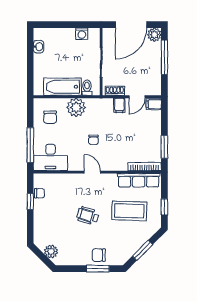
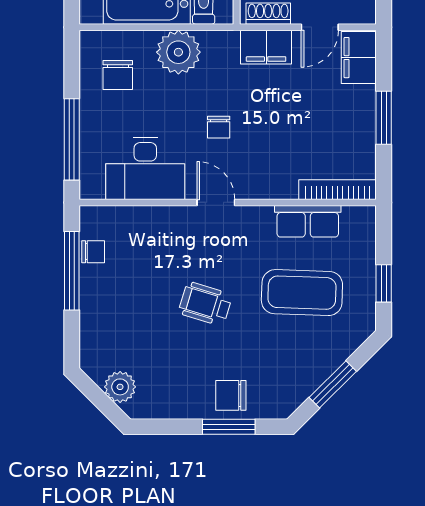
filing cabinet: (154, 104) -> (359, 58), width x2.00
filing cabinet: (119, 105) -> (266, 47), width x2.00
window: (164, 147) -> (384, 118), moved
desk: (50, 158) -> (145, 169), moved
row of seats: (139, 180) -> (308, 221), width x0.68
window: (30, 201) -> (72, 271), width x2.17

